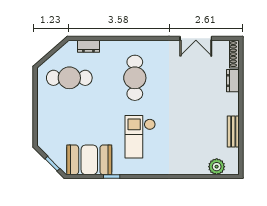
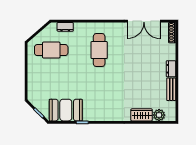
double door: (196, 38) -> (144, 21), width x1.37
dresser: (233, 81) -> (171, 69), moved
checkout: (140, 137) -> (103, 93), removed
wardrobe: (193, 166) -> (142, 115), added

